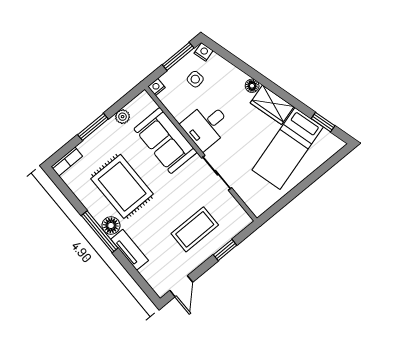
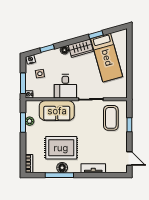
window: (178, 56) -> (23, 83), moved
window: (236, 61) -> (47, 48), added
window: (323, 122) -> (96, 35), moved
window: (93, 127) -> (23, 122), moved
floor lamp: (111, 225) -> (62, 168), moved
coffee table: (195, 229) -> (111, 118), moved
window: (100, 232) -> (59, 175), moved

